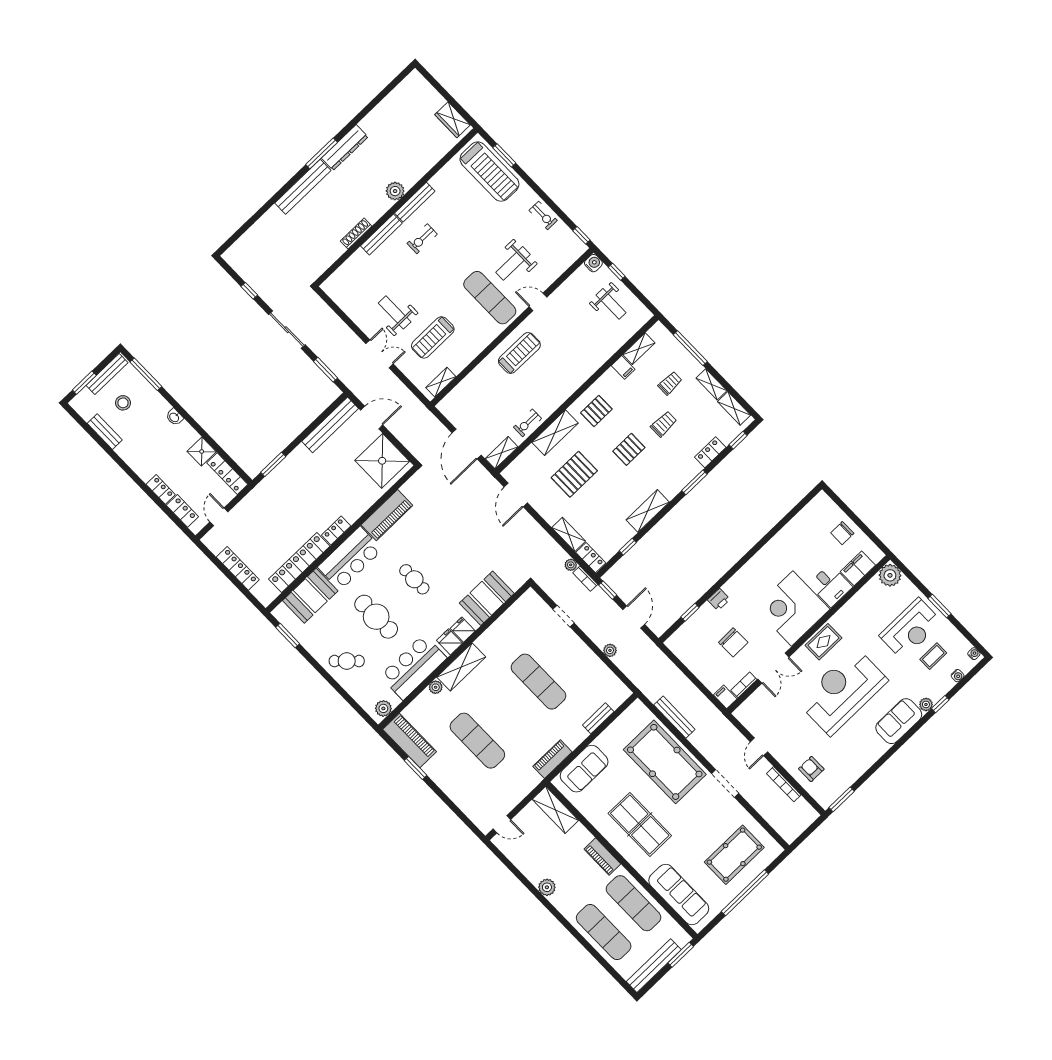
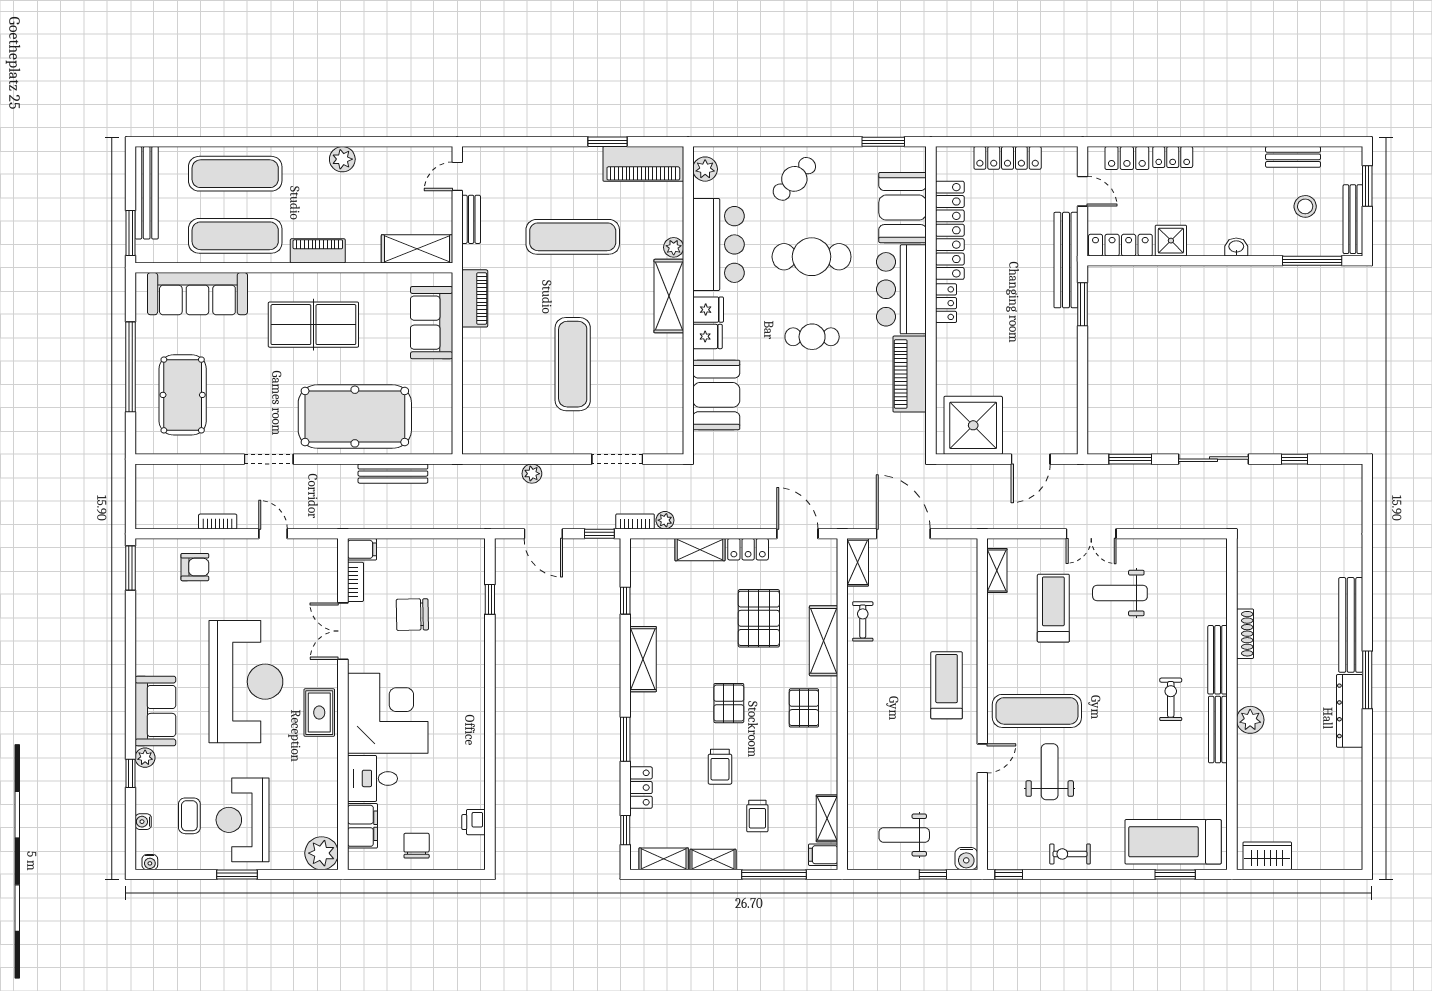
weight bench: (395, 312) -> (1120, 593), turned 180
treadmill: (519, 353) -> (947, 685), turned 180
filing cabinet: (623, 367) -> (823, 855), moved
bench: (330, 425) -> (1066, 260), moved
locker: (591, 558) -> (748, 549), moved
printer: (719, 600) -> (474, 822), moved
doorway: (563, 616) -> (617, 459), width x1.38
exercise mat: (538, 682) -> (573, 364), turned 90
bench: (598, 718) -> (471, 219), moved
bookcase: (784, 784) -> (218, 522), width x0.64

